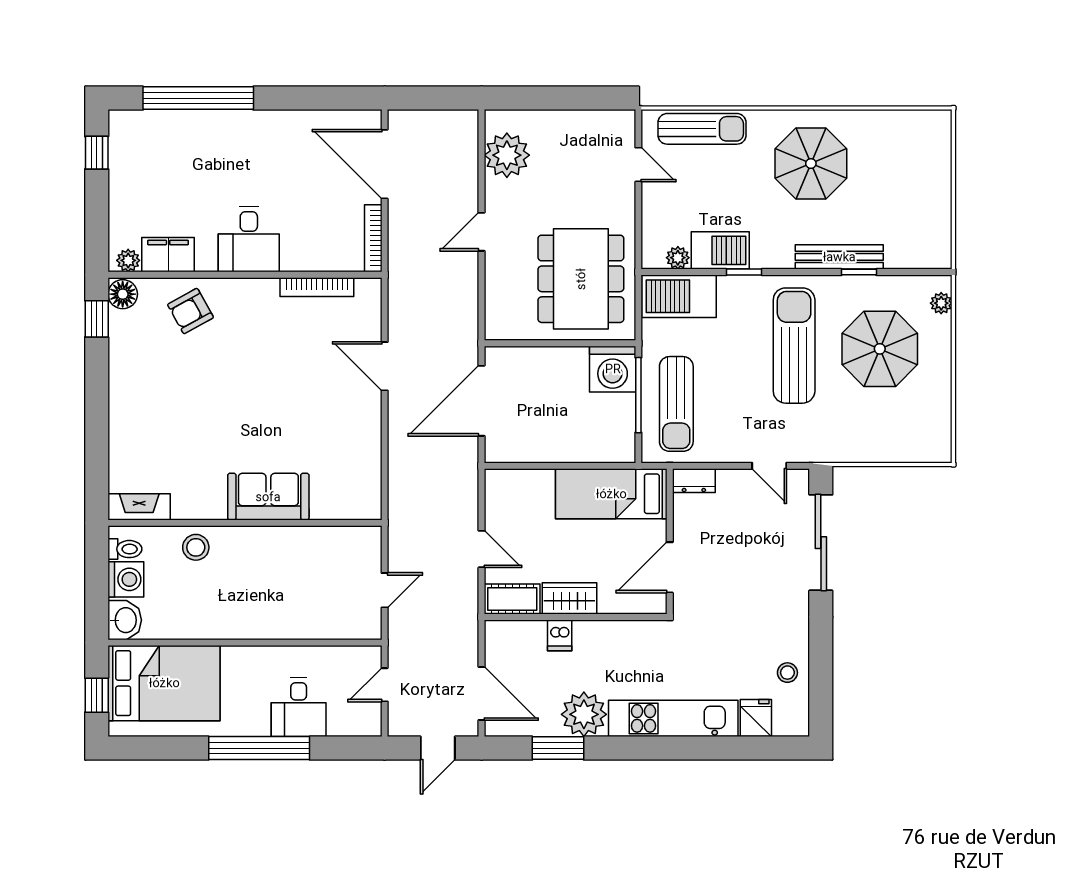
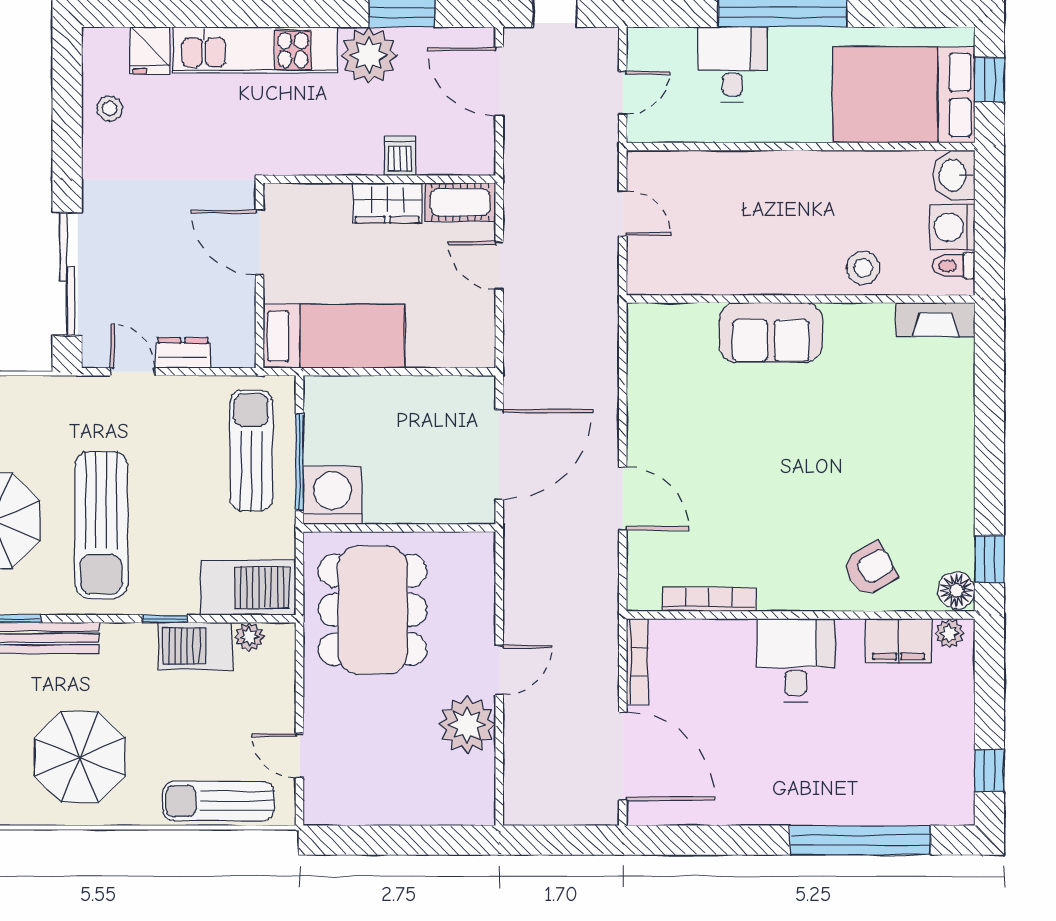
plant: (507, 155) -> (467, 725), moved
dresser: (694, 481) -> (183, 353), moved
door: (670, 567) -> (260, 242), swing flipped
door: (385, 590) -> (623, 213), swing flipped

